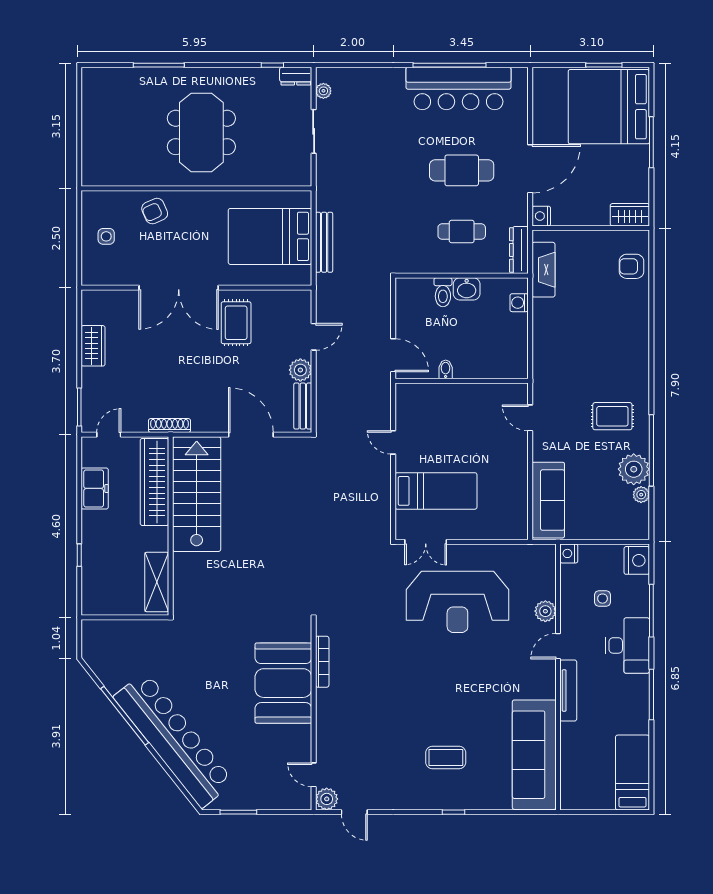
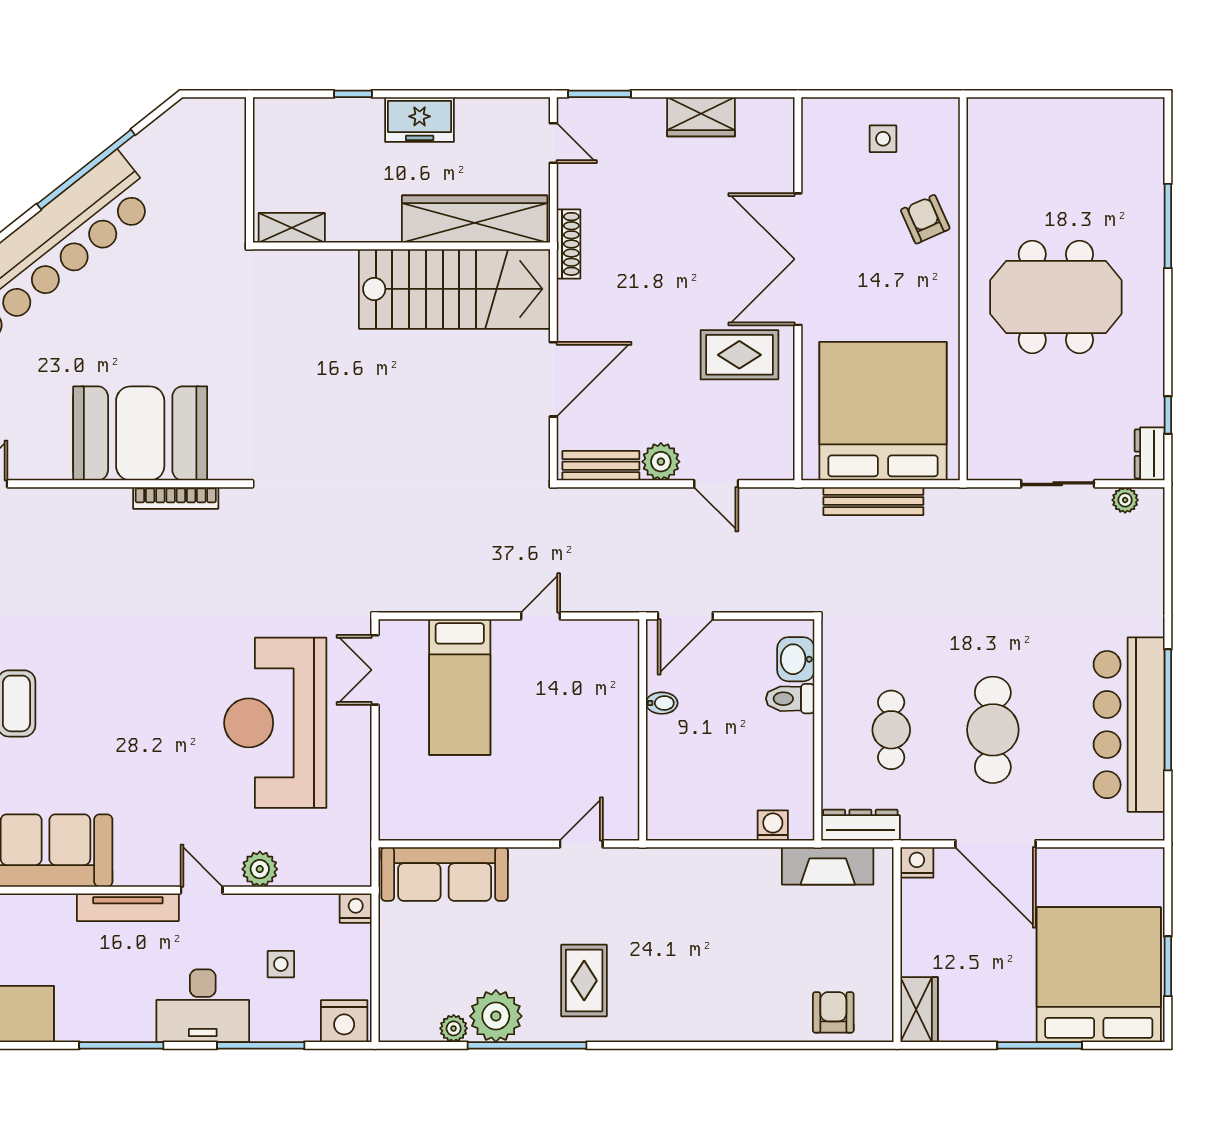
bed: (270, 236) -> (883, 411), width x1.36
washbasin: (467, 289) -> (796, 659), moved
freezer: (95, 488) -> (420, 120), moved
shelving: (157, 582) -> (292, 228), width x0.67, depth x0.75

